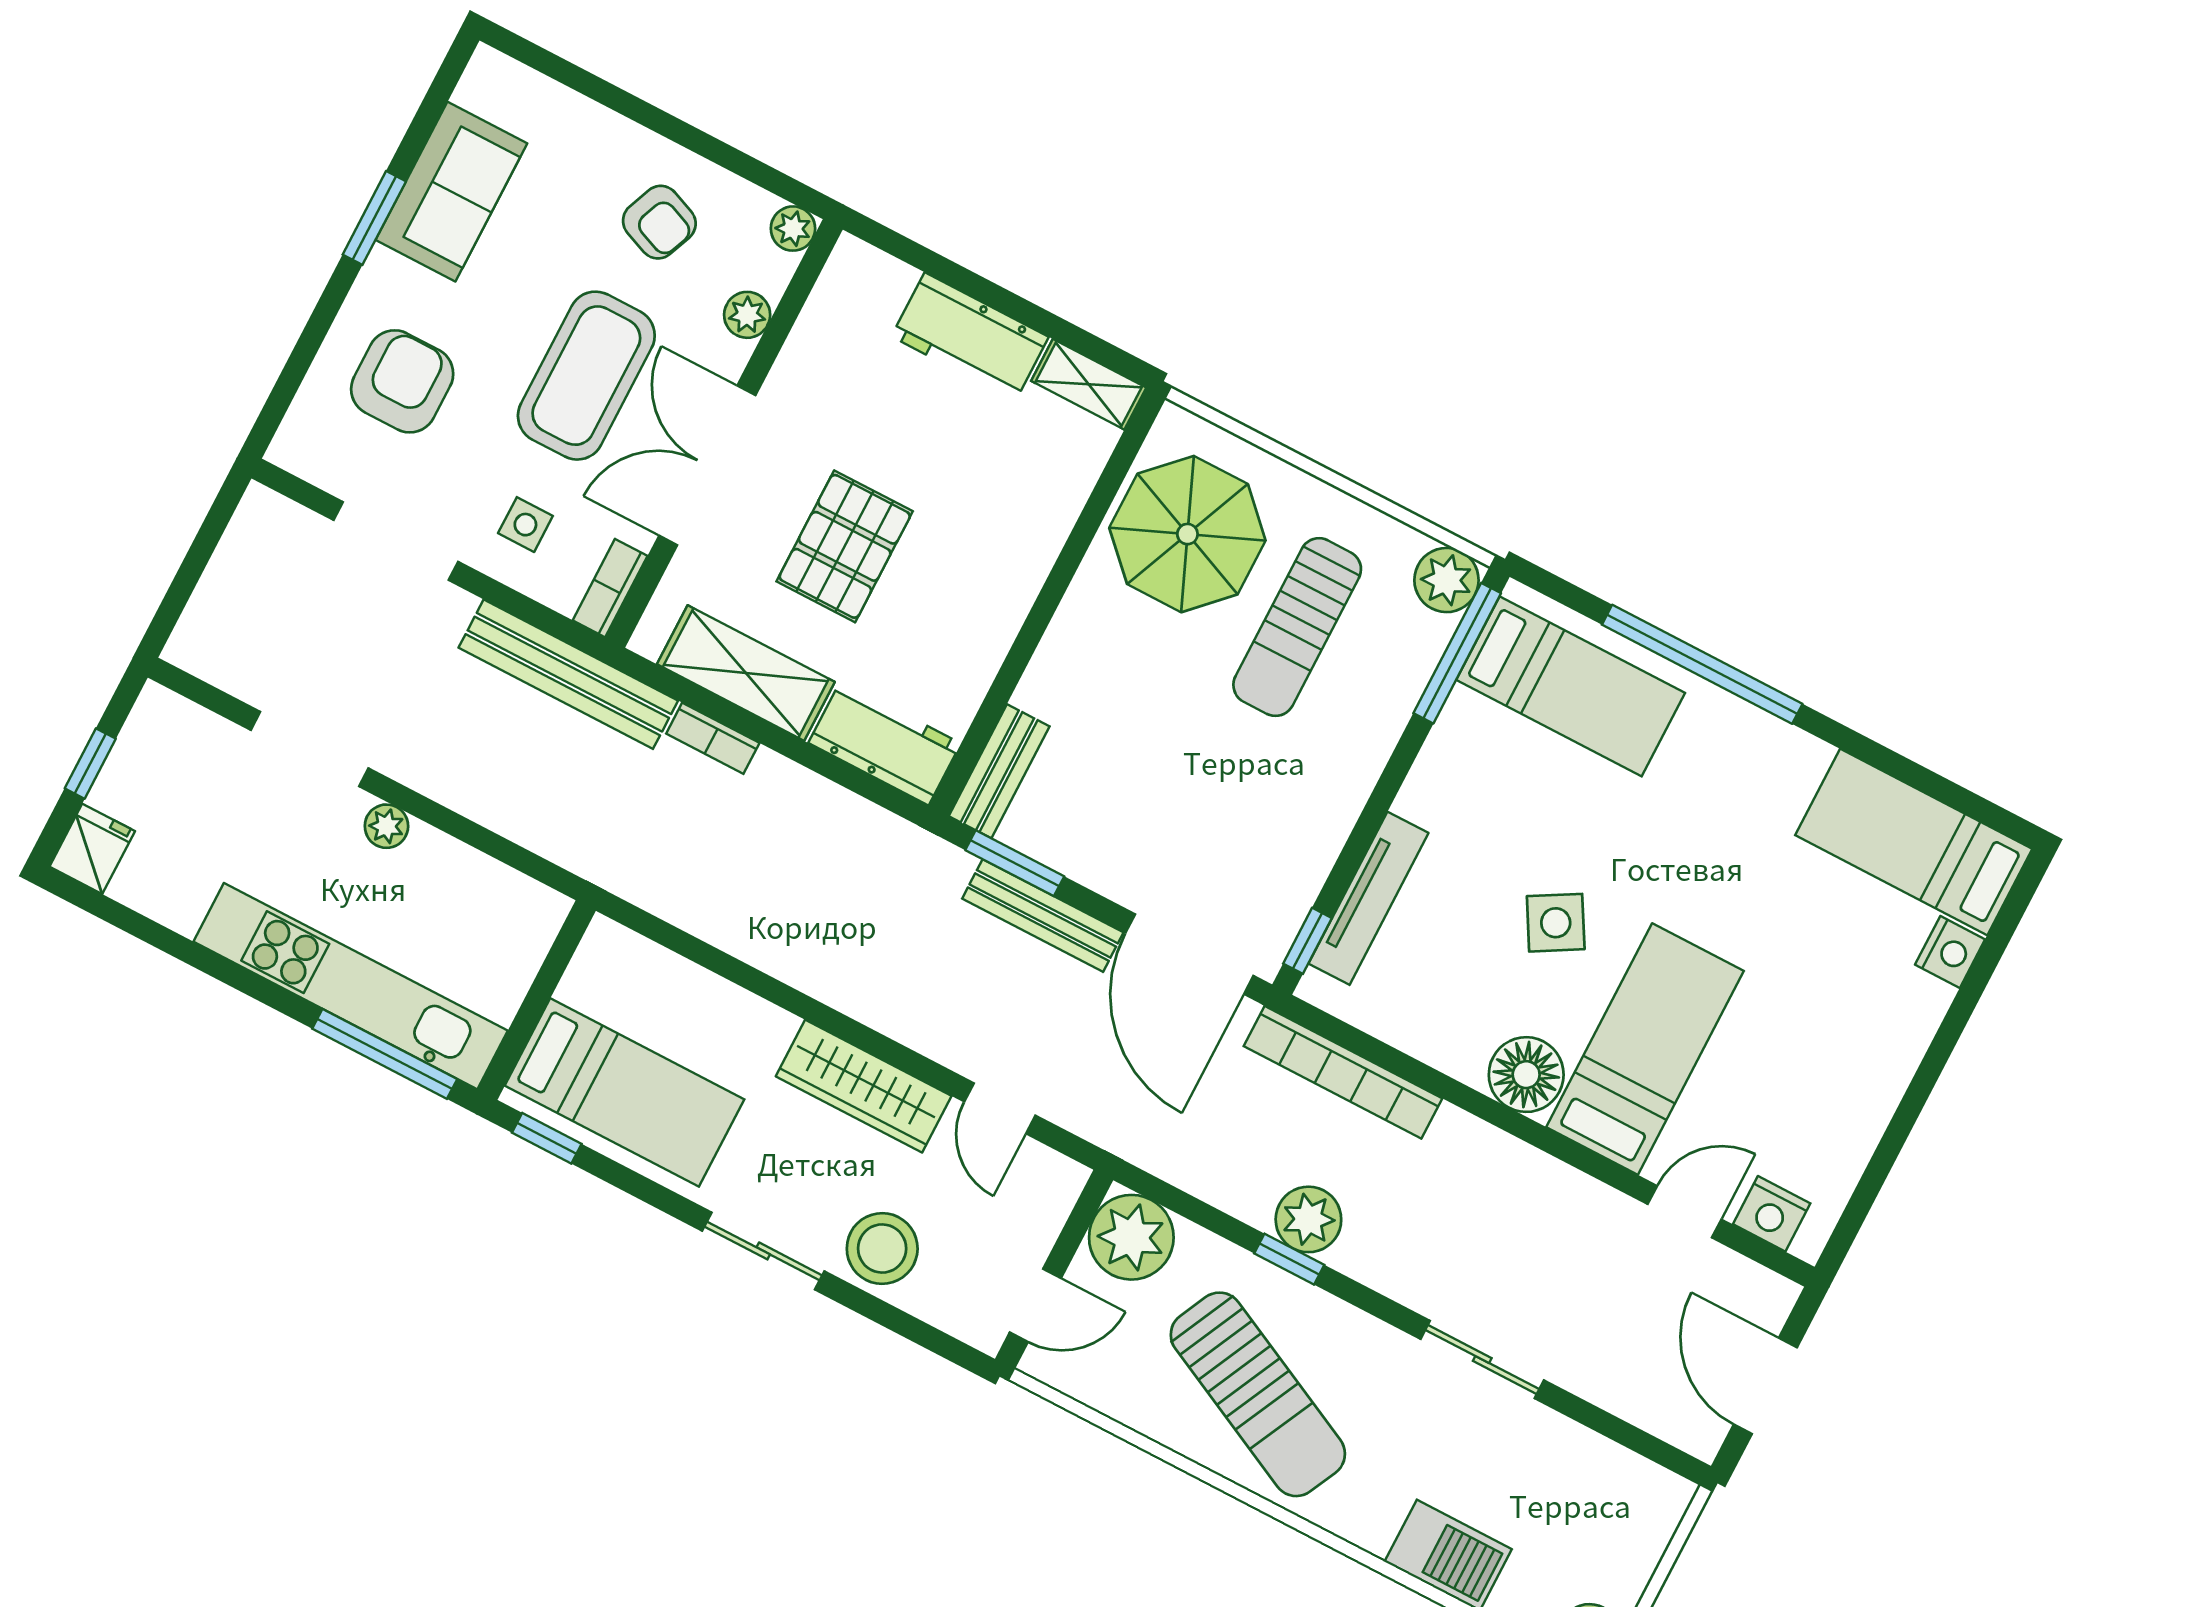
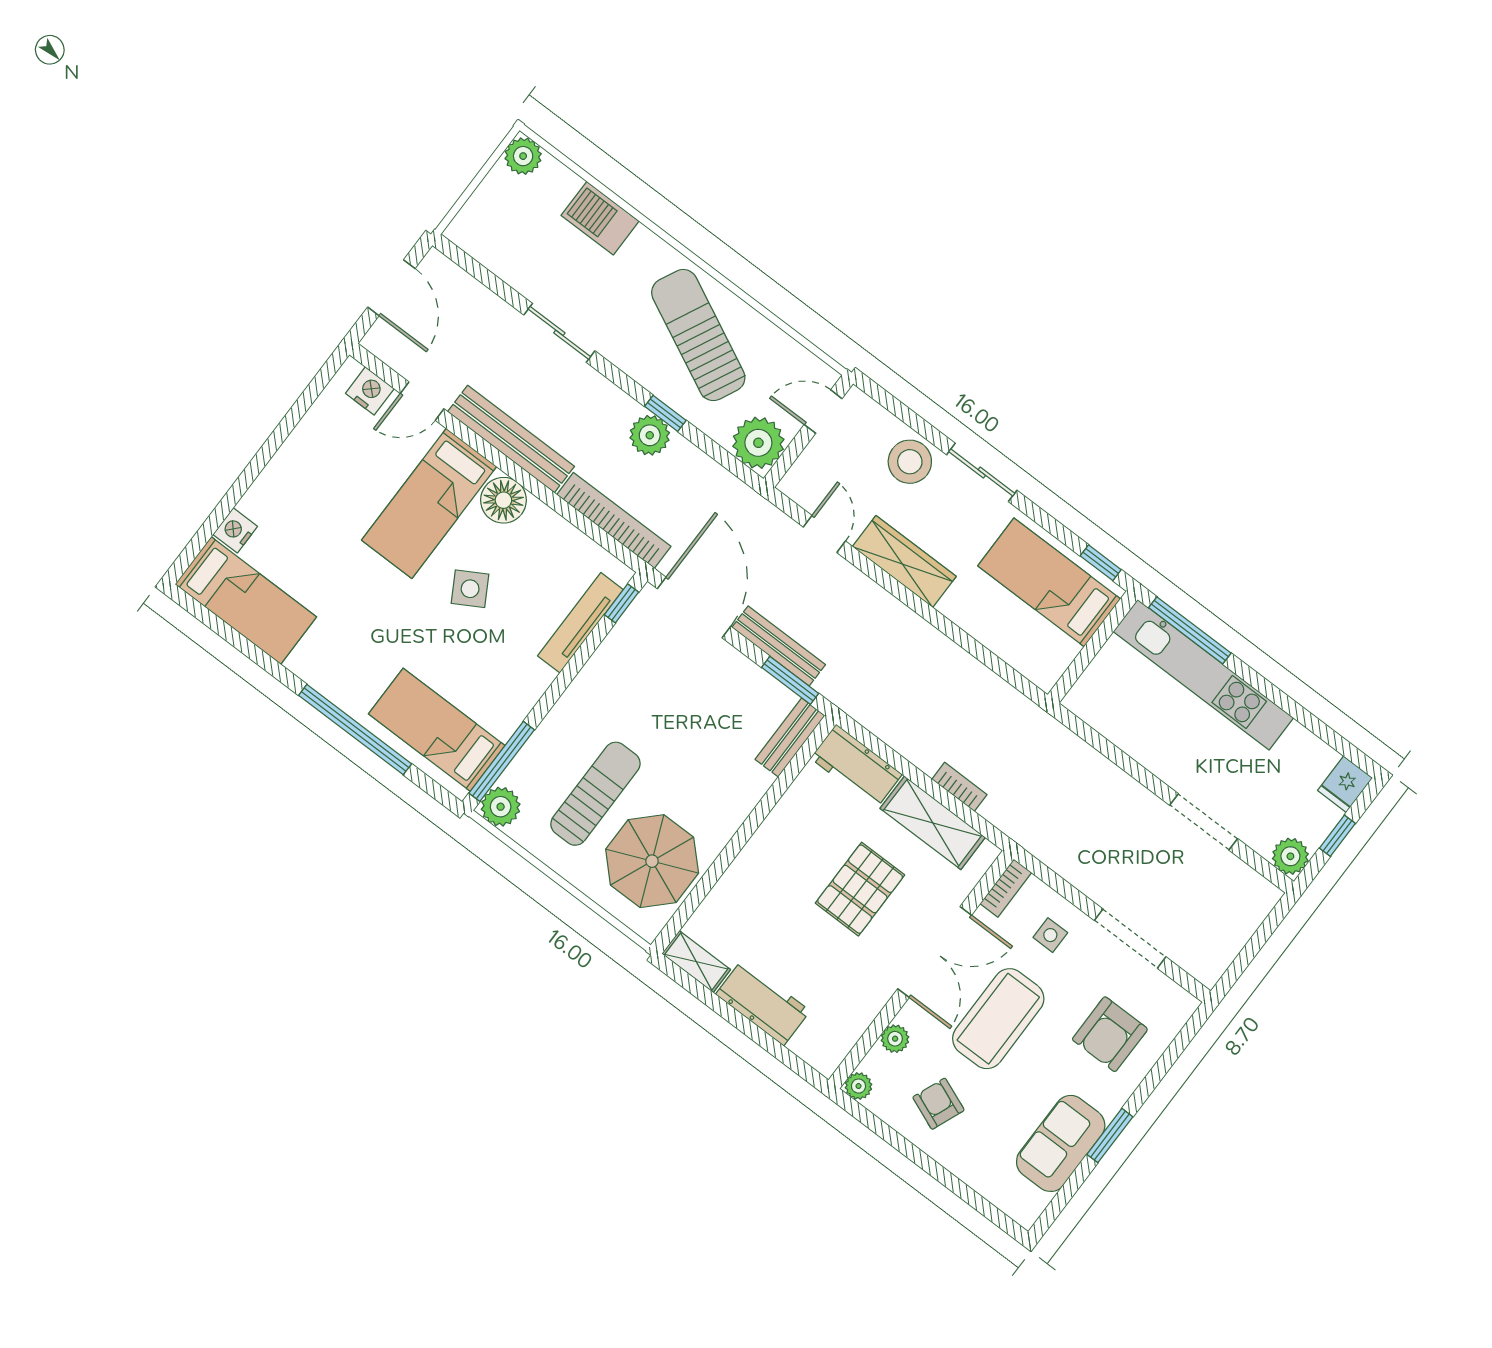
bench: (568, 674) -> (511, 439), moved
plant: (386, 826) -> (1290, 856), moved, width x1.38, depth x1.38

